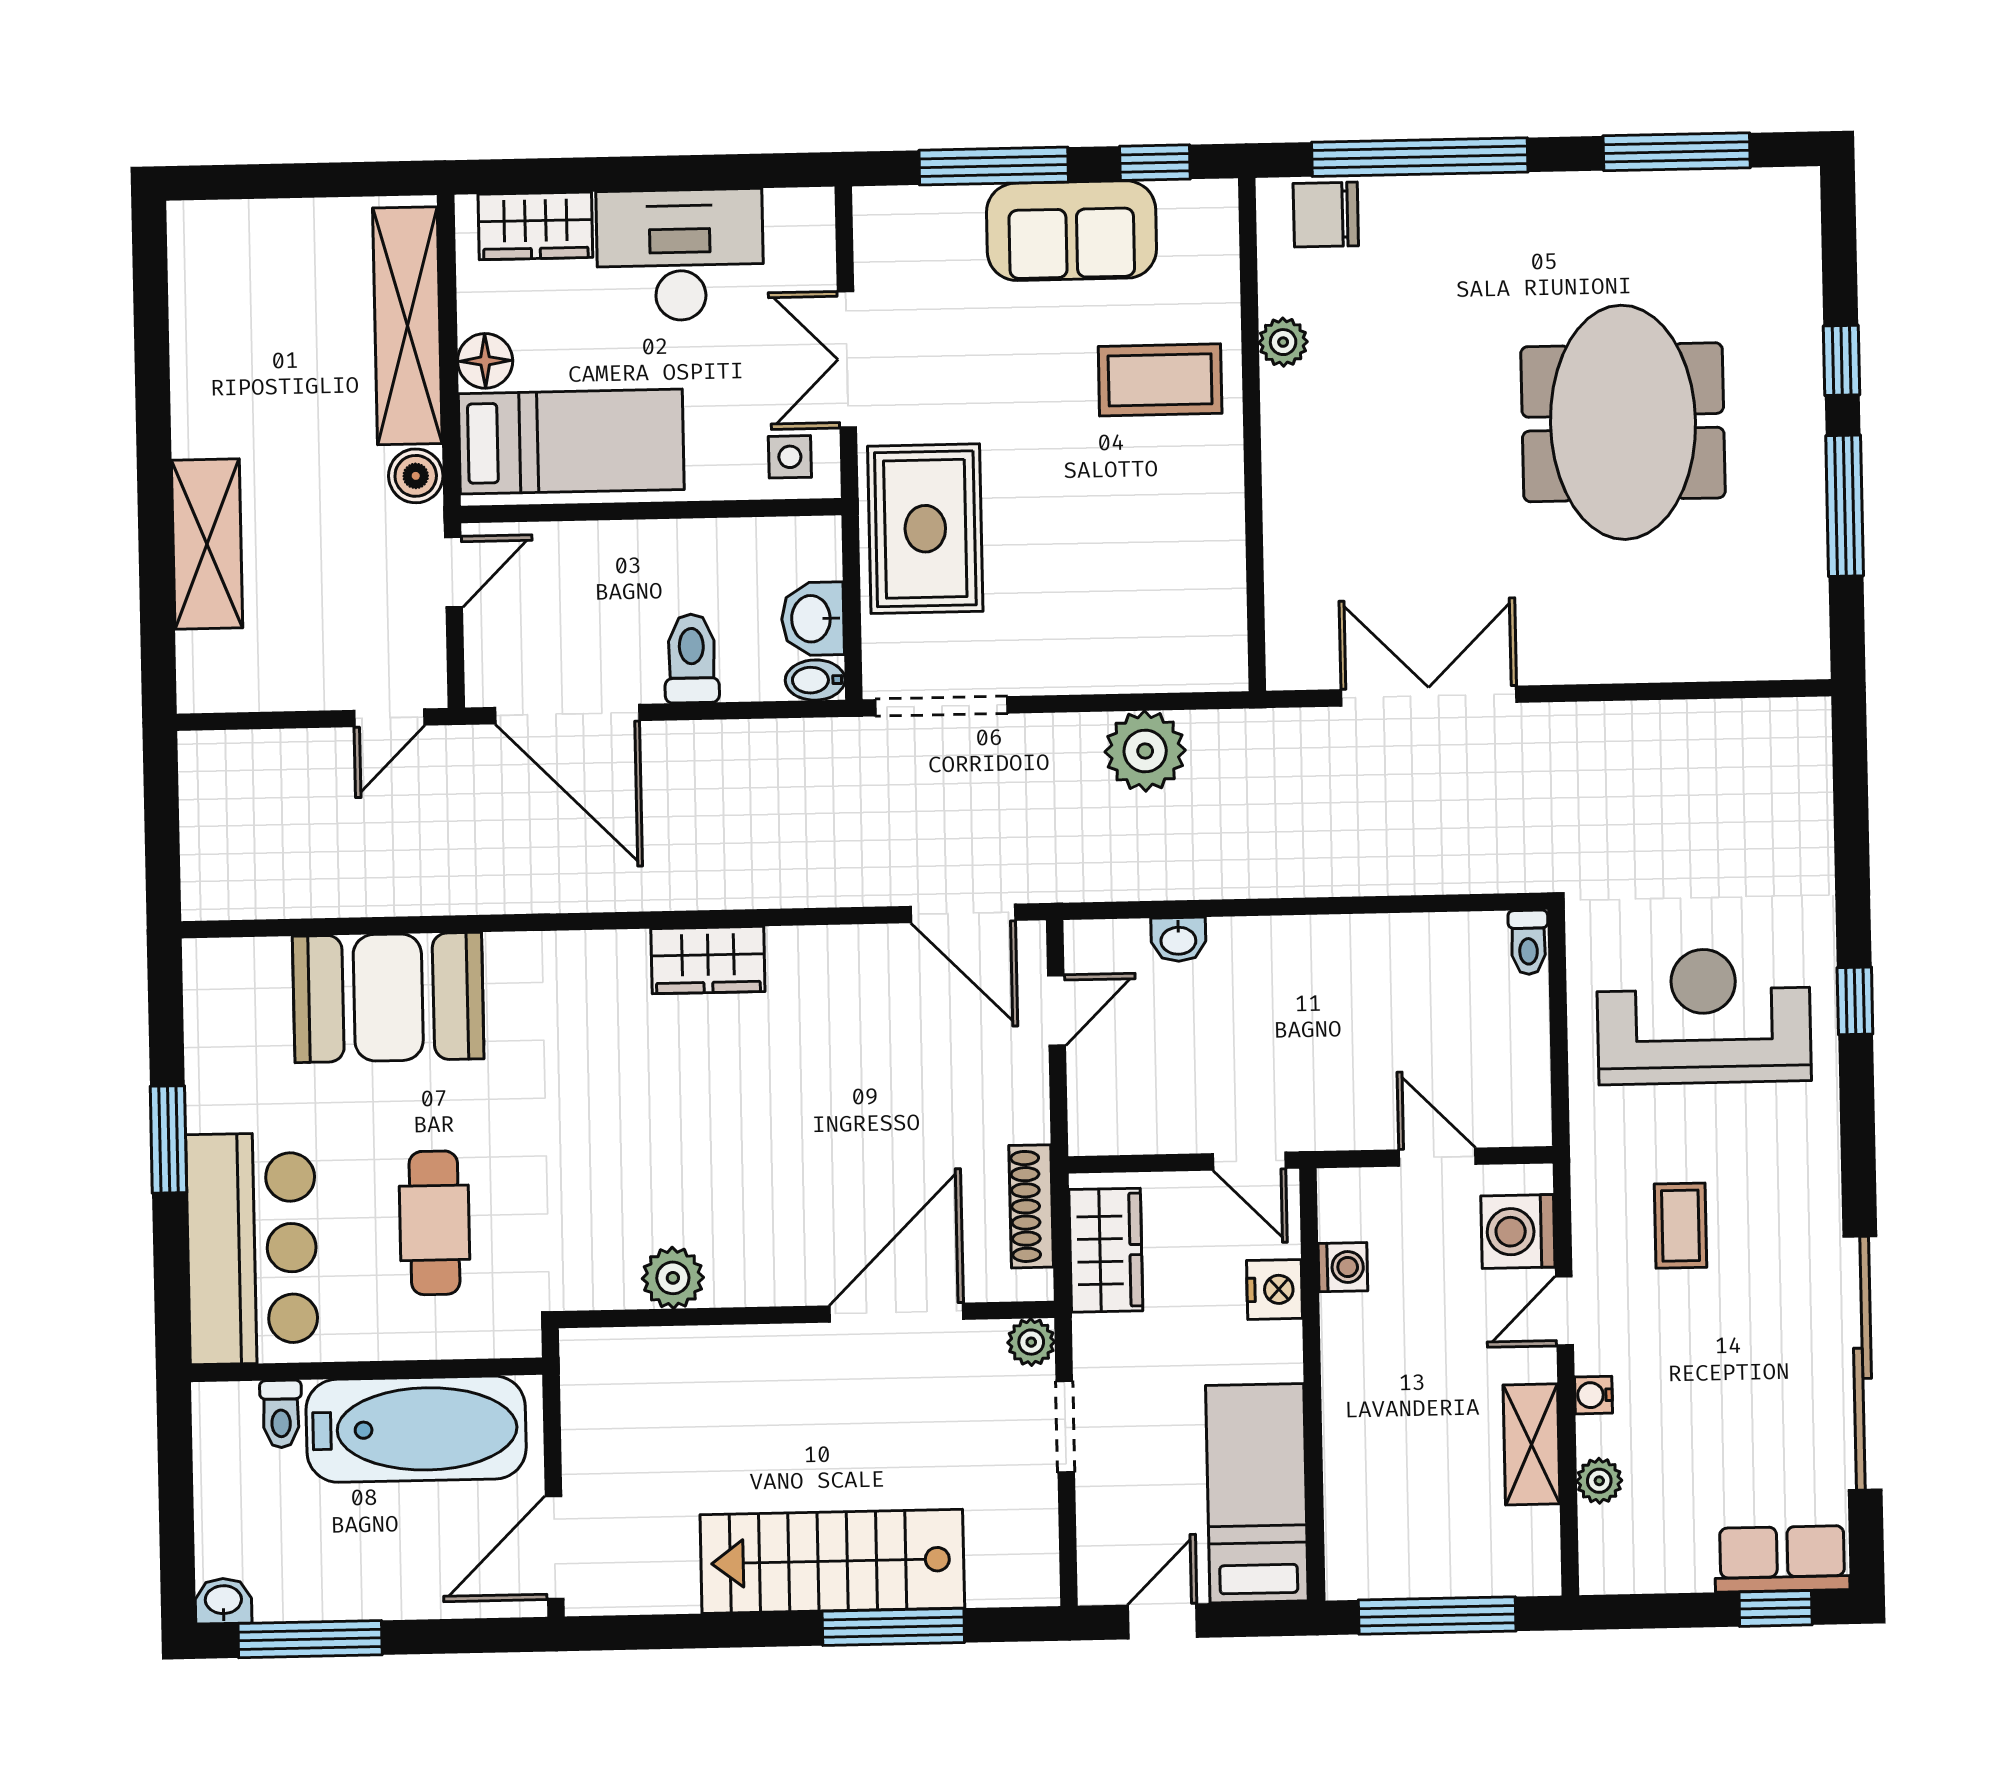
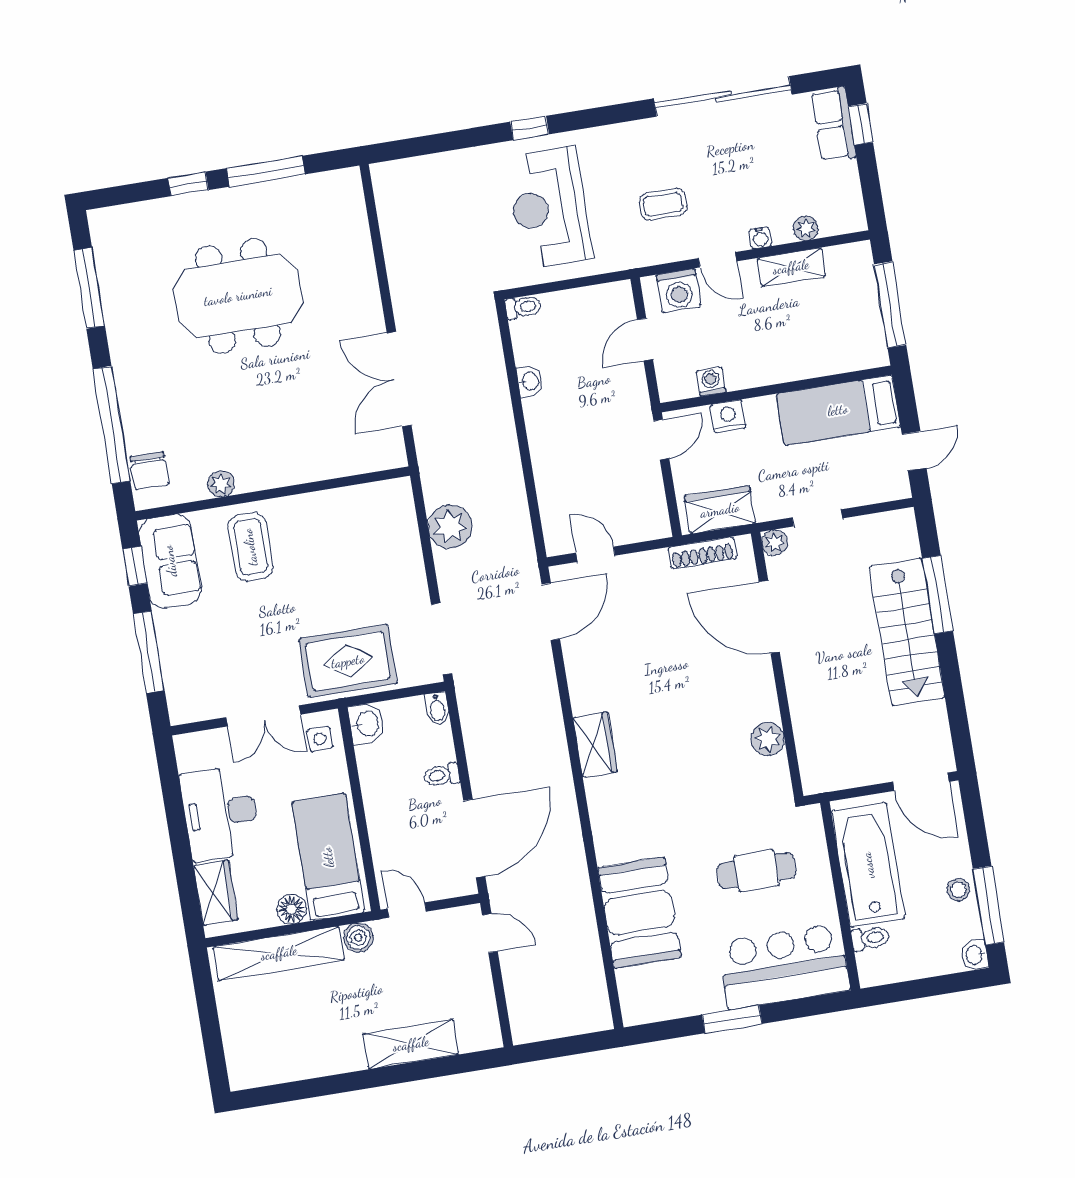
sofa: (1071, 231) -> (170, 561), moved
washbasin: (813, 619) -> (367, 724), moved, turned -90
toilet: (692, 658) -> (442, 775), width x0.73, depth x0.72
washbasin: (1178, 939) -> (530, 381), moved
stool: (347, 1588) -> (958, 890), added
door: (1163, 1621) -> (914, 451), swing flipped

